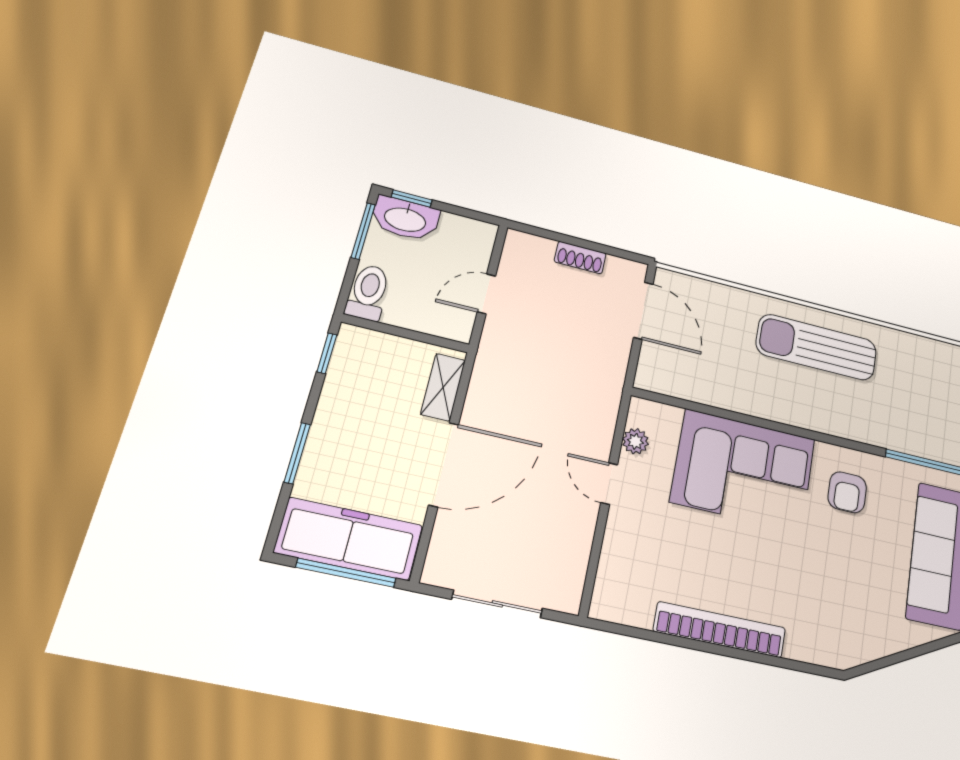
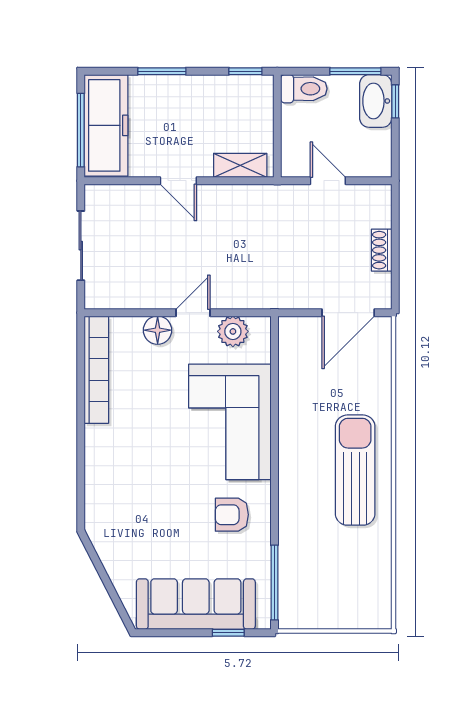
plant: (635, 441) -> (233, 331), width x1.38, depth x1.38
door: (444, 465) -> (178, 181), width x0.53
floor lamp: (622, 531) -> (158, 330), added
bookcase: (720, 630) -> (96, 370), moved

